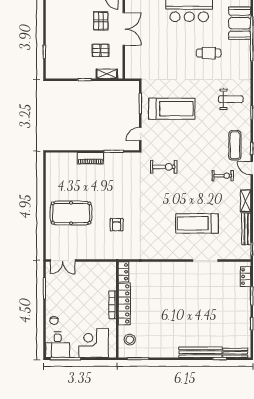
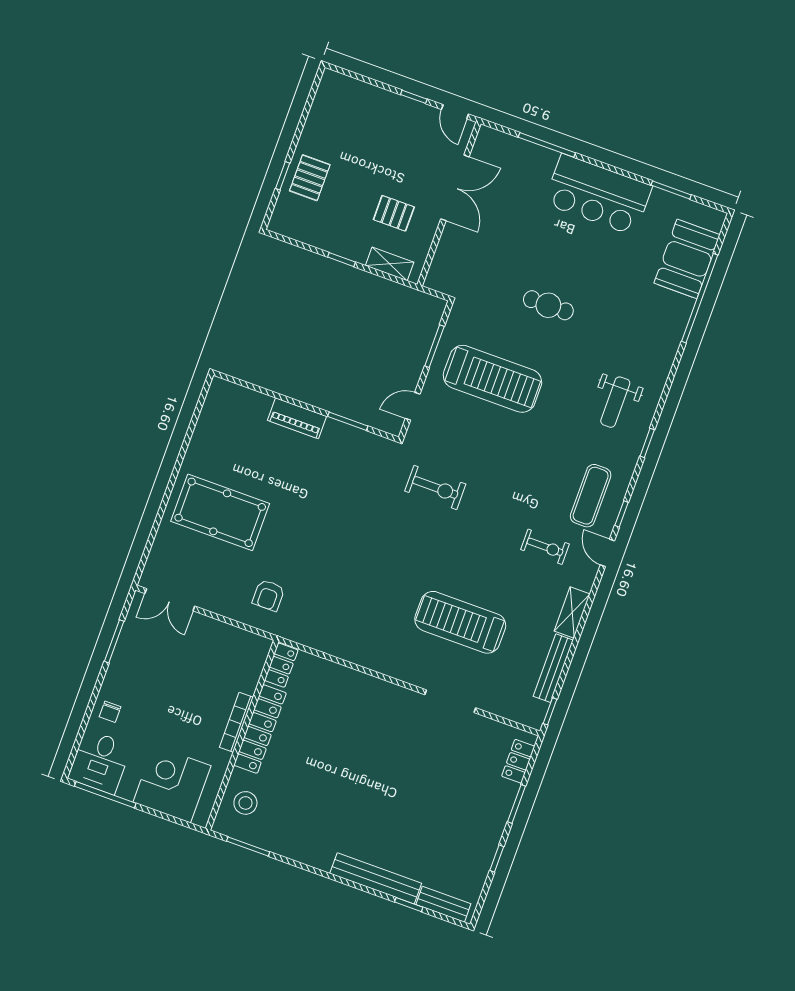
pallet: (101, 21) -> (310, 178), moved
cafe table: (209, 53) -> (548, 305), moved
weight bench: (231, 99) -> (615, 402), turned 90
armchair: (117, 225) -> (269, 595), moved

